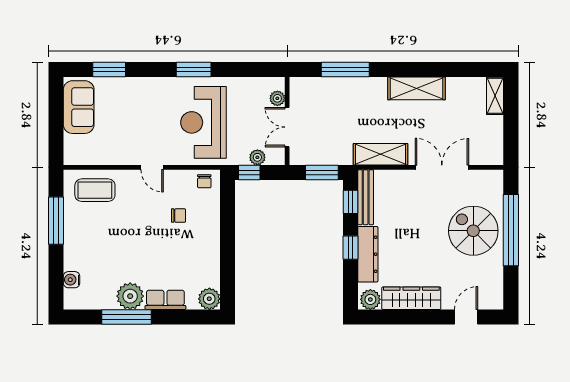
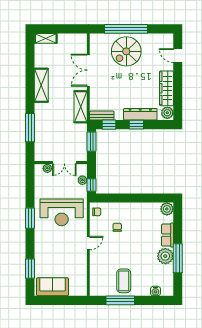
coffee table: (95, 190) -> (124, 281), moved
bench: (366, 197) -> (102, 116), width x0.73

